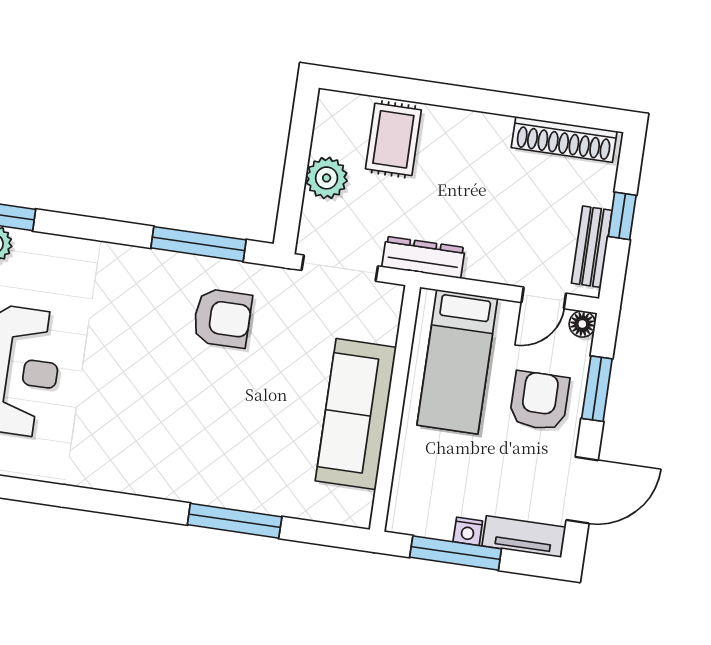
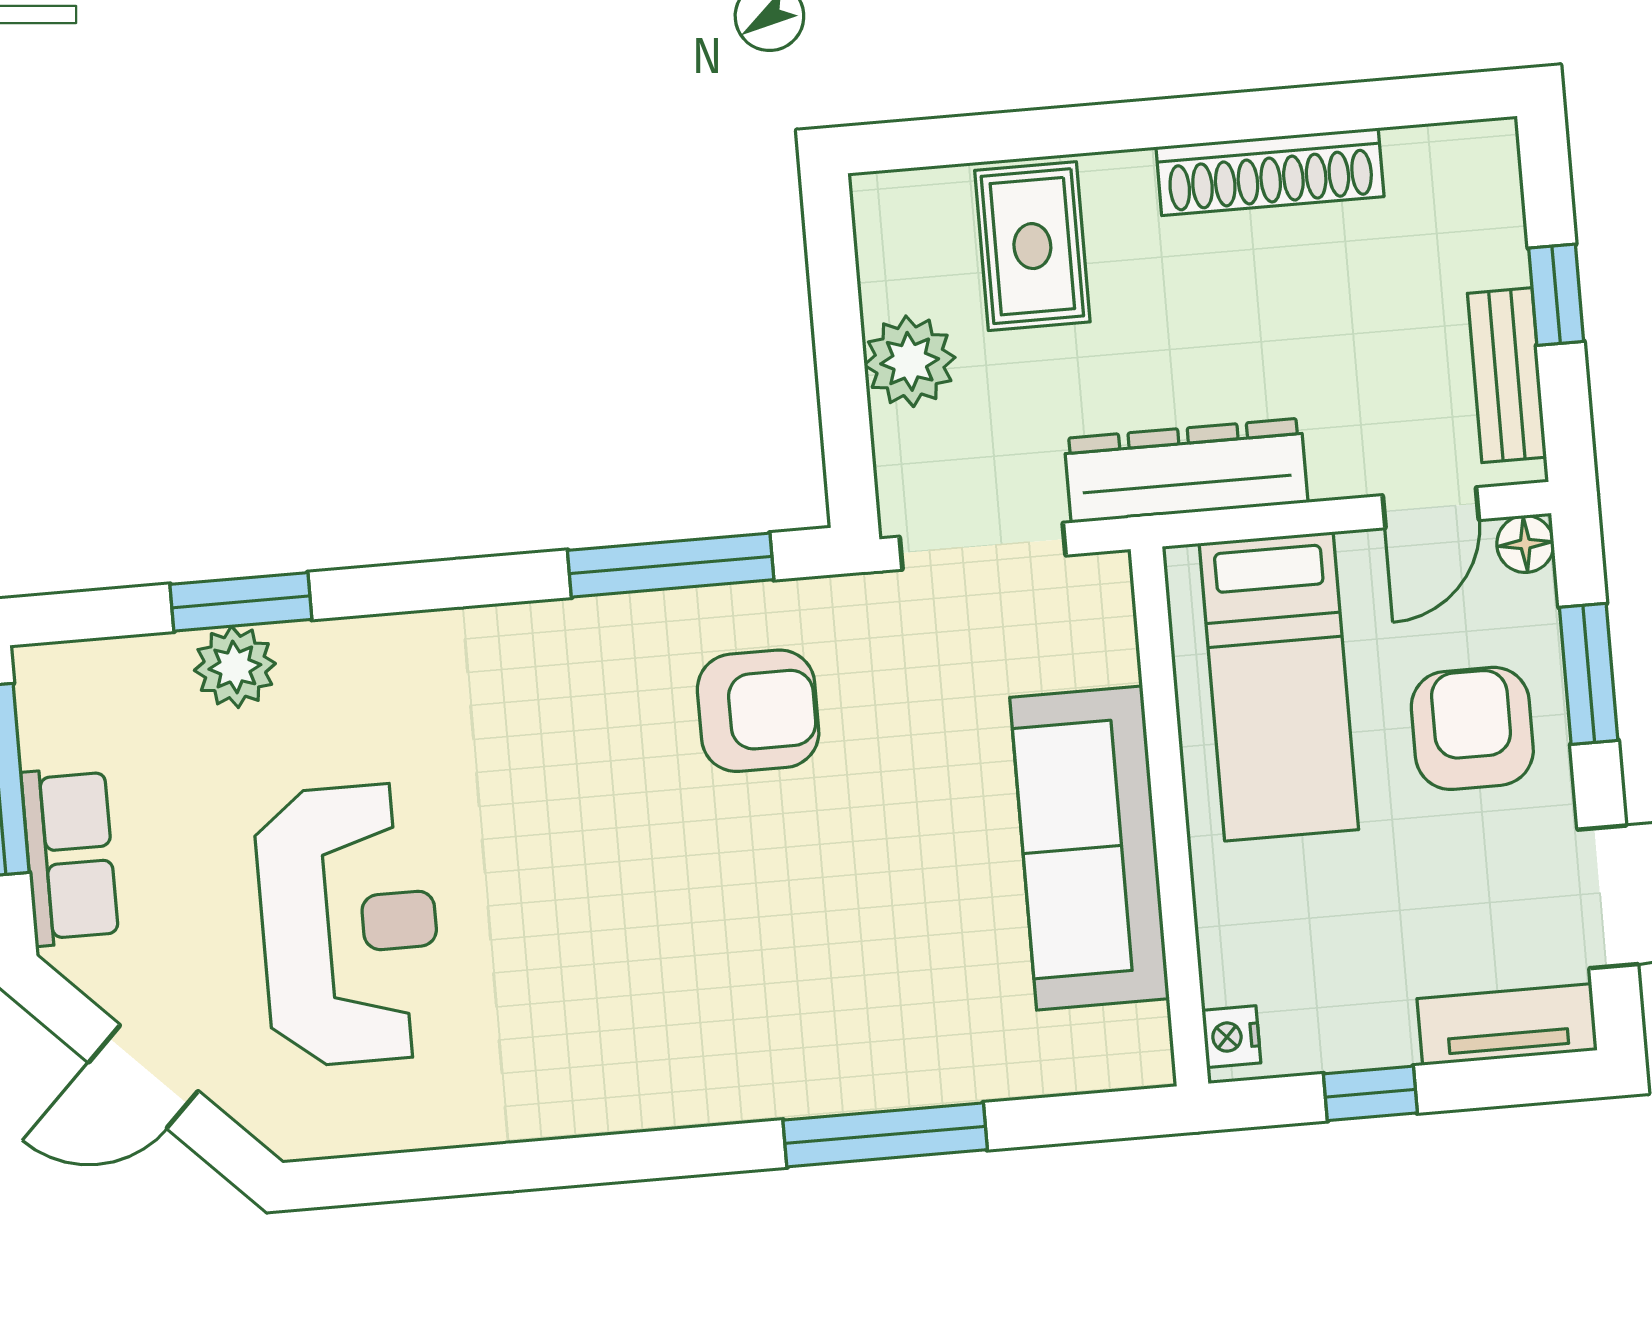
shoe rack: (564, 139) -> (1270, 172), moved
dresser: (423, 257) -> (1186, 470), width x1.37, depth x1.24
nightstand: (468, 531) -> (1231, 1037), moved, turned 90
window: (456, 553) -> (1370, 1093), width x0.46

